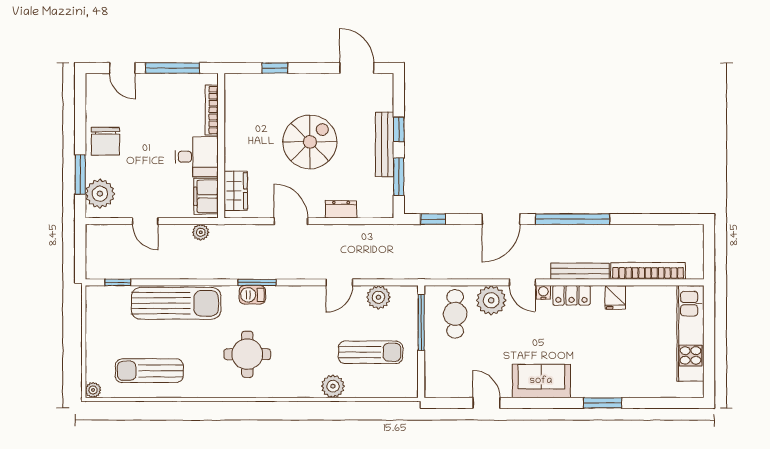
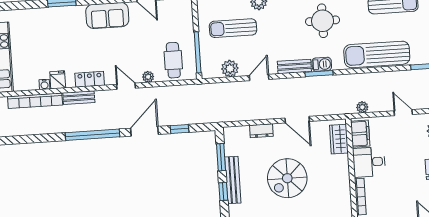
window: (433, 219) -> (180, 129), moved
bench: (580, 271) -> (79, 98), width x0.73
water cooler: (543, 292) -> (44, 84), moved
bench: (290, 294) -> (294, 66), added
plant: (491, 300) -> (148, 77), width x0.53, depth x0.53

